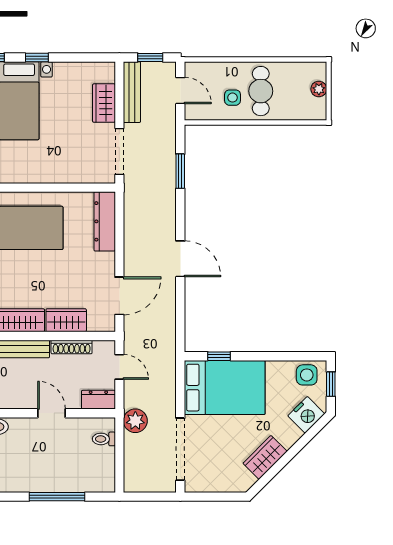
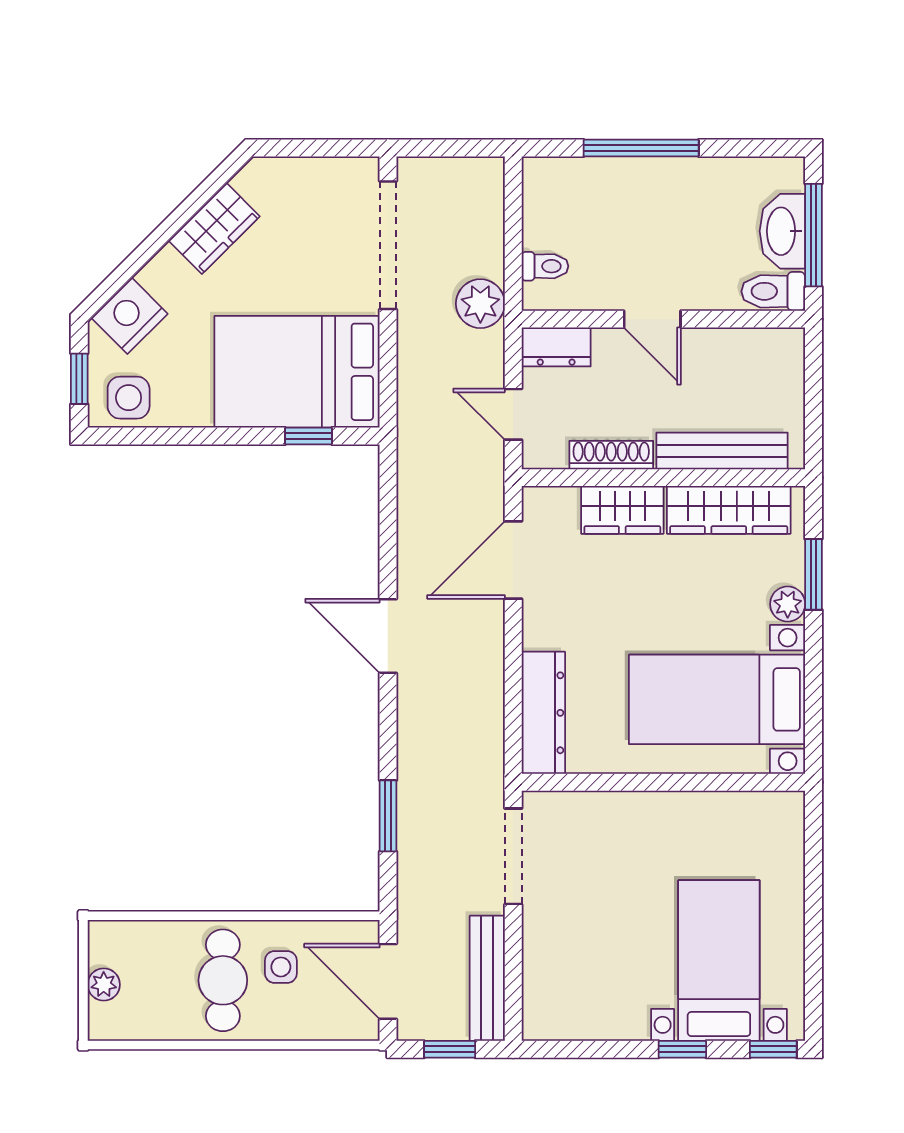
door: (180, 91) -> (388, 981), width x1.38
wardrobe: (104, 103) -> (545, 956), removed

